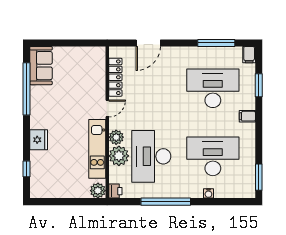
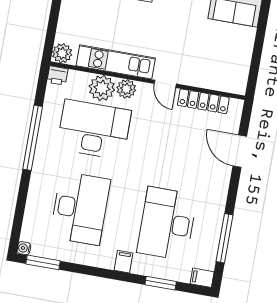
desk: (213, 88) -> (167, 224), turned 180
water cooler: (208, 193) -> (24, 248), moved

